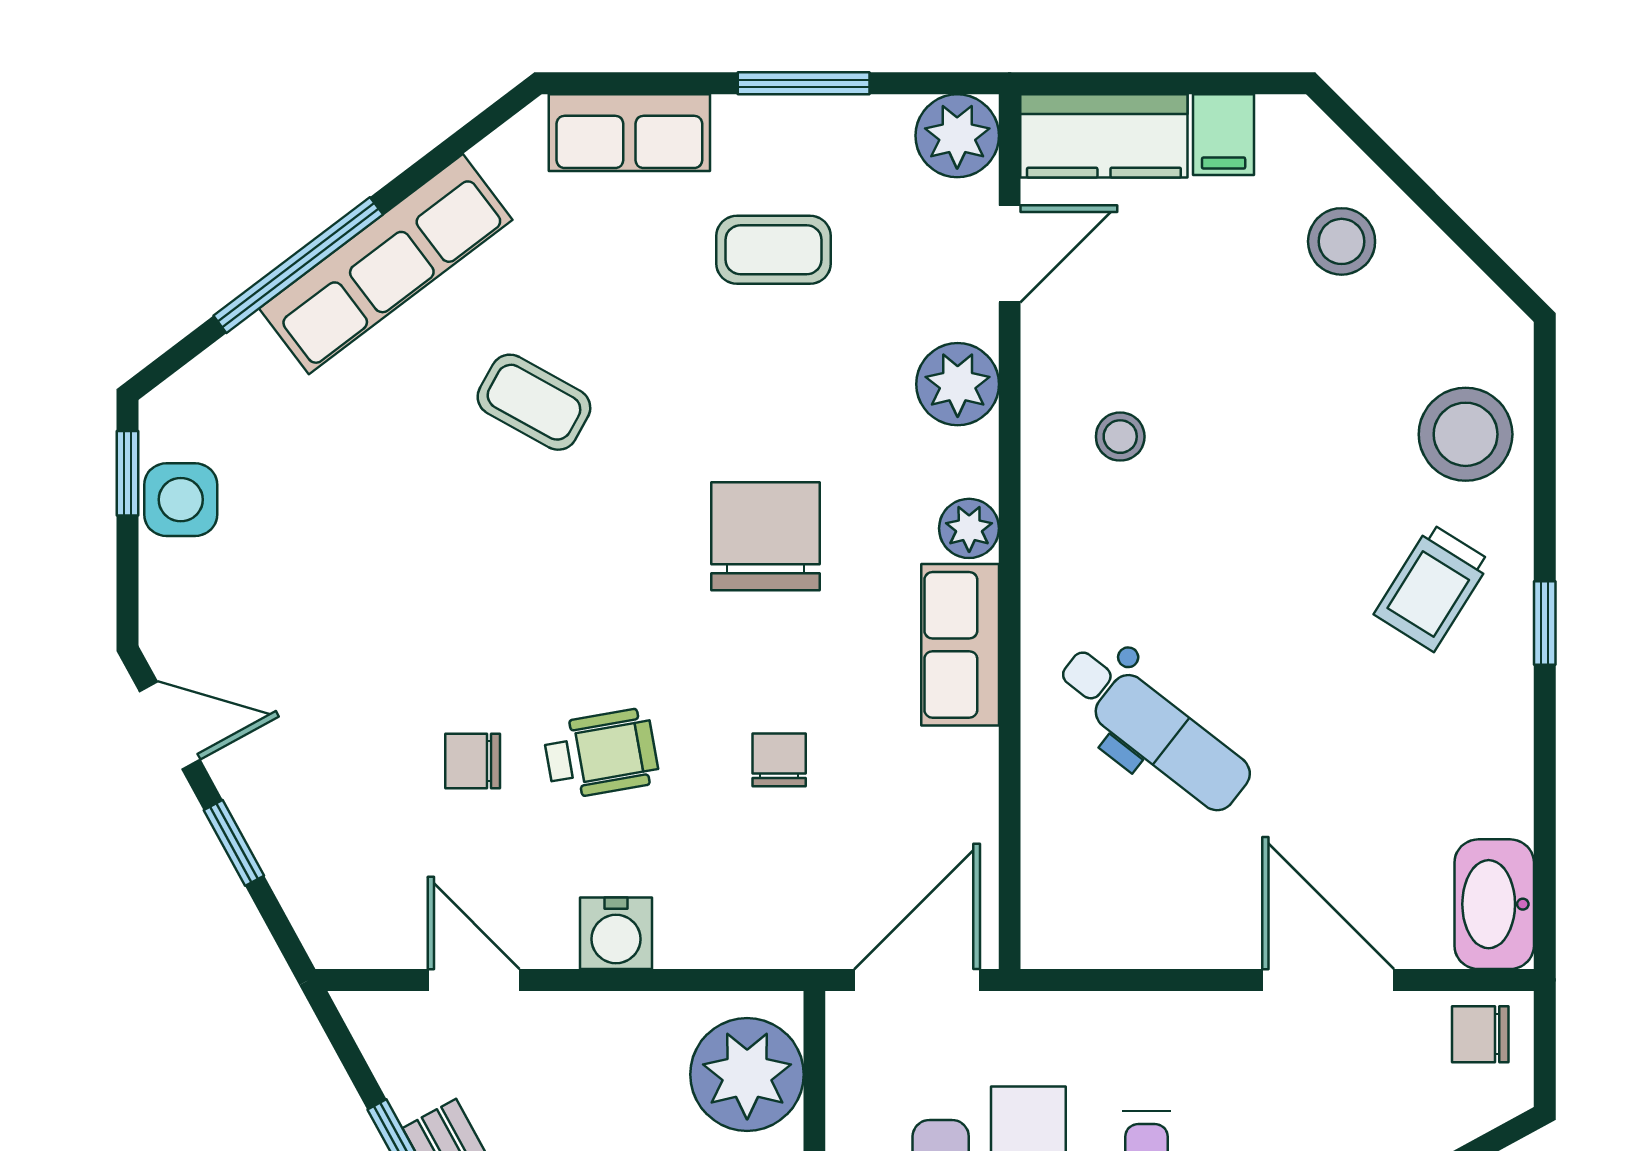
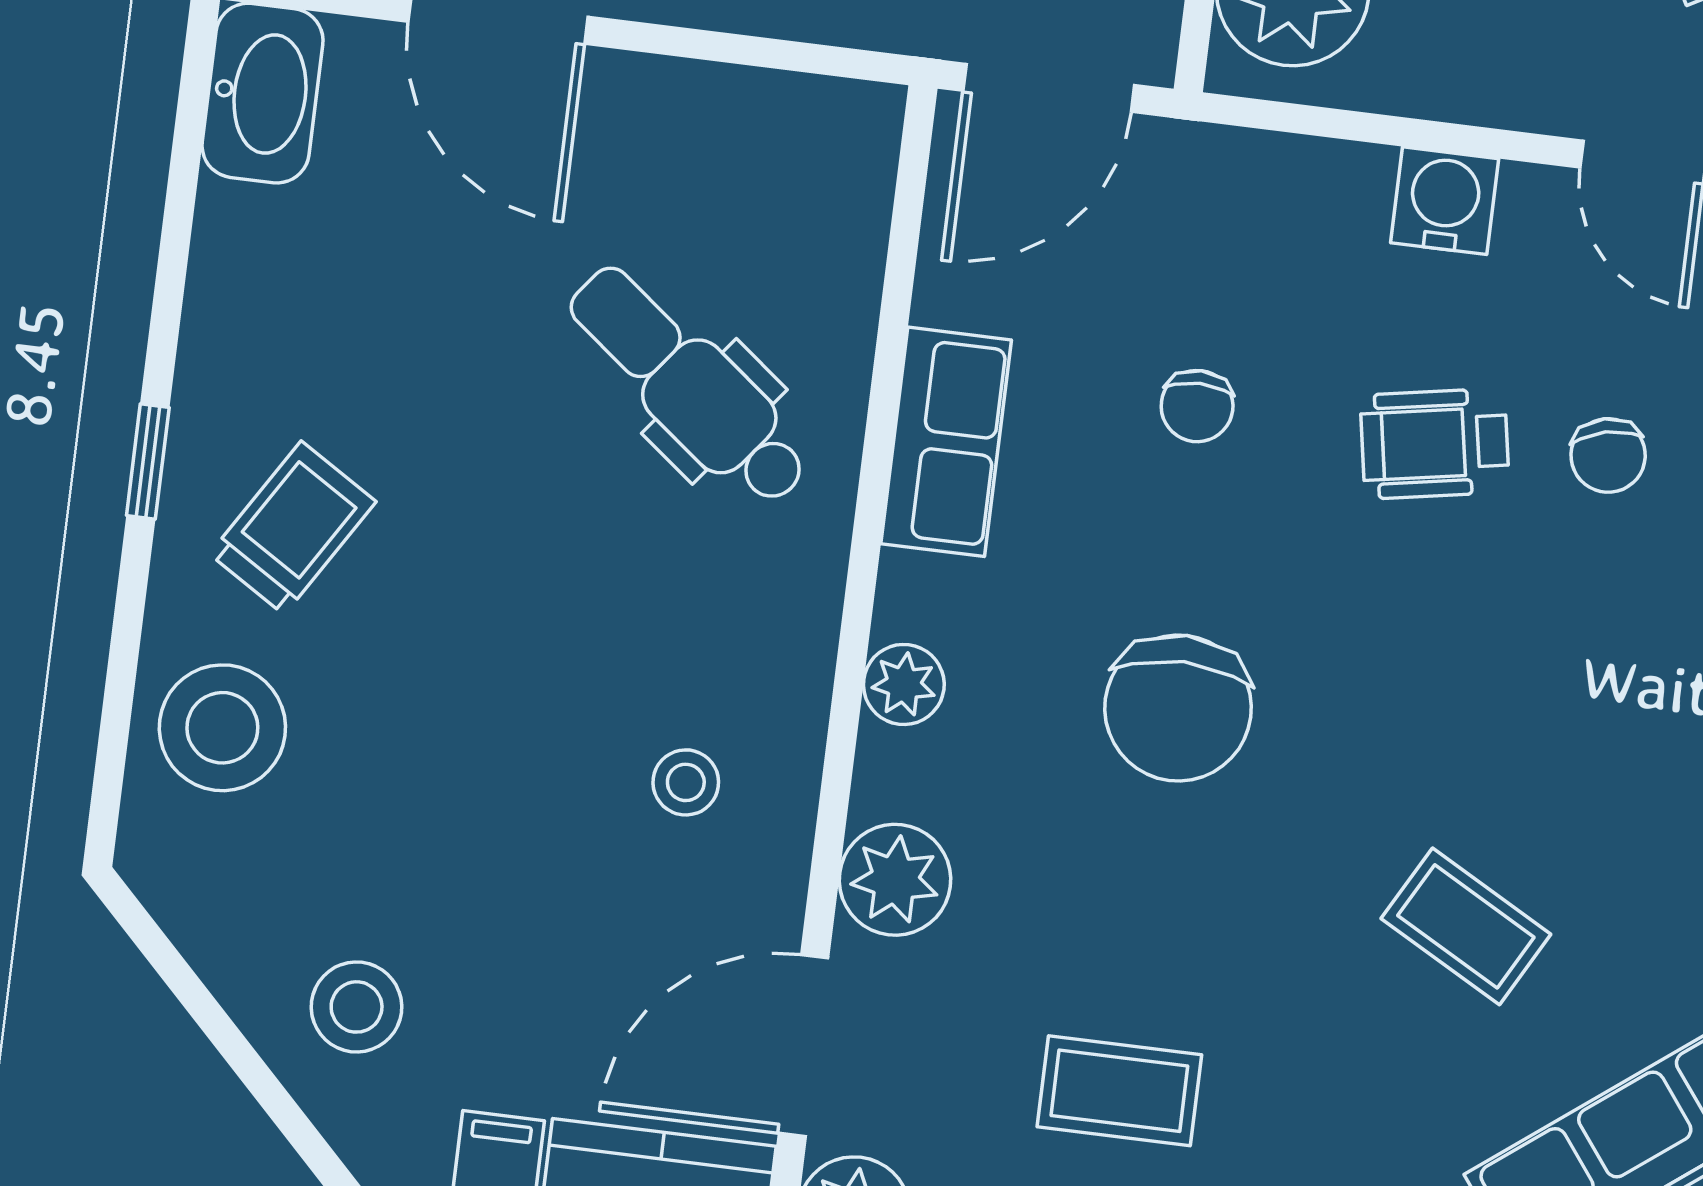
door: (1010, 254) -> (804, 1046), width x1.38
row of seats: (960, 645) -> (946, 442), moved
chair: (473, 761) -> (1608, 455), turned 77

